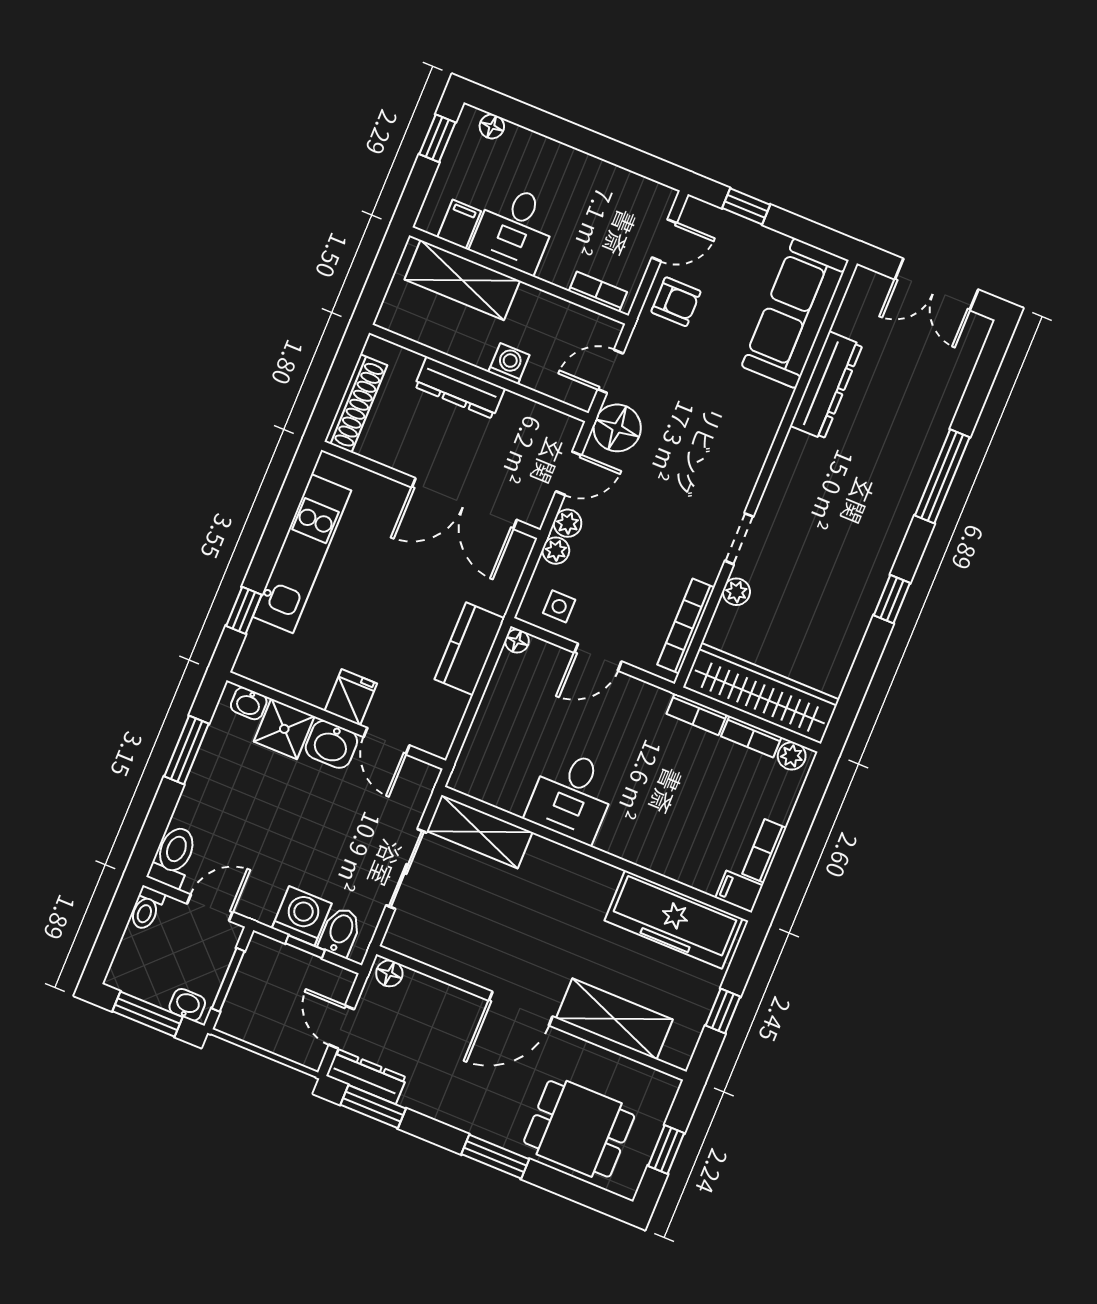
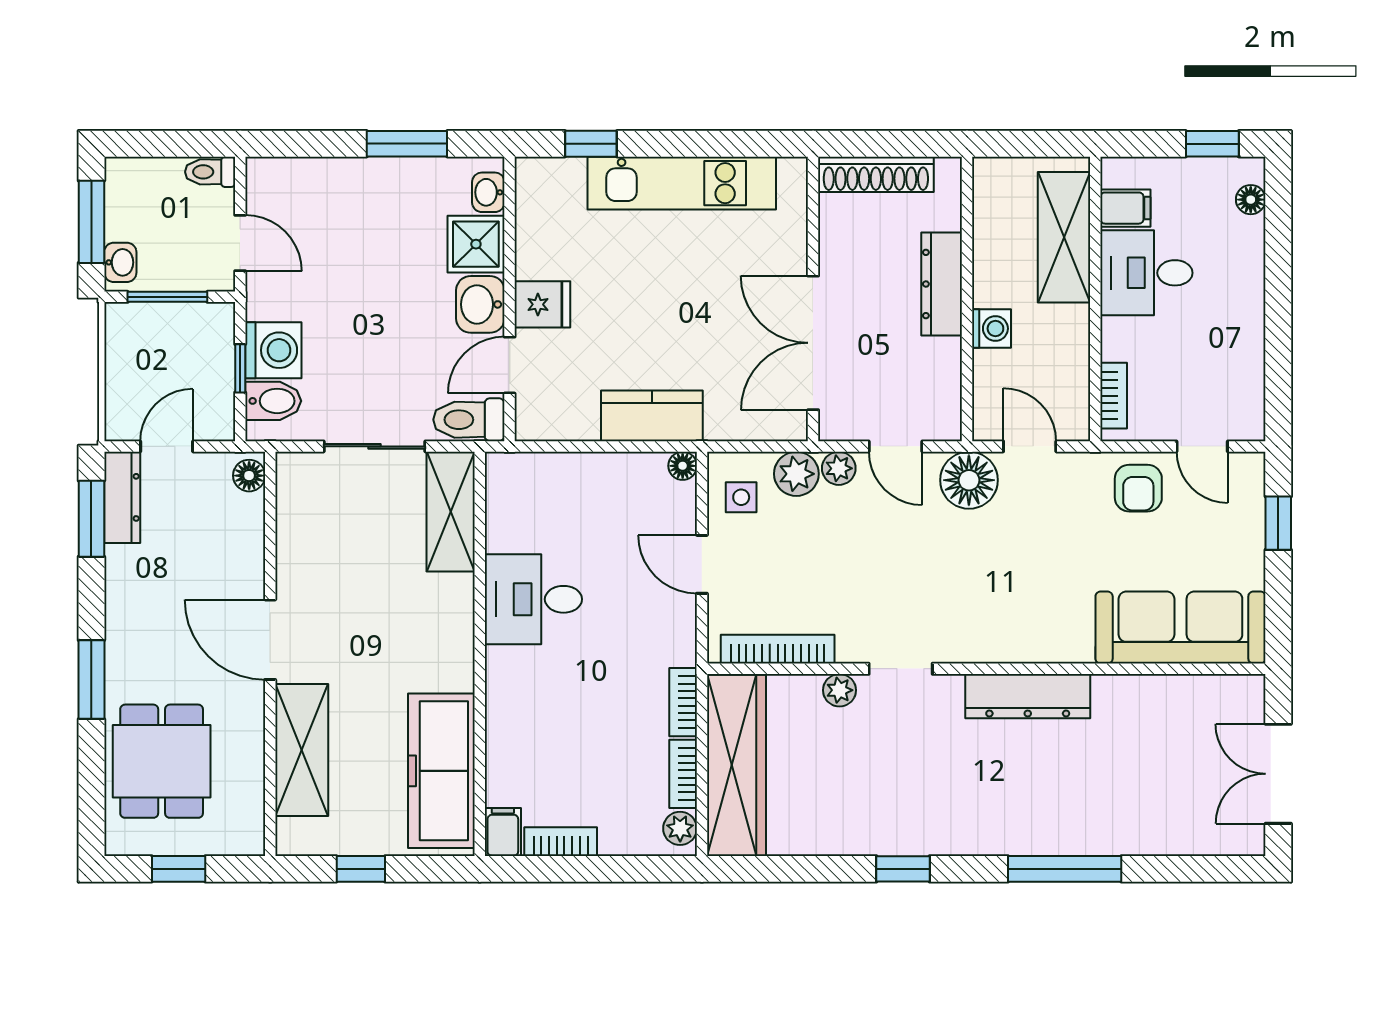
dresser: (826, 385) -> (1028, 696), moved
plant: (556, 551) -> (796, 474), width x1.38, depth x1.38
toilet: (173, 857) -> (469, 420), moved, turned 180

